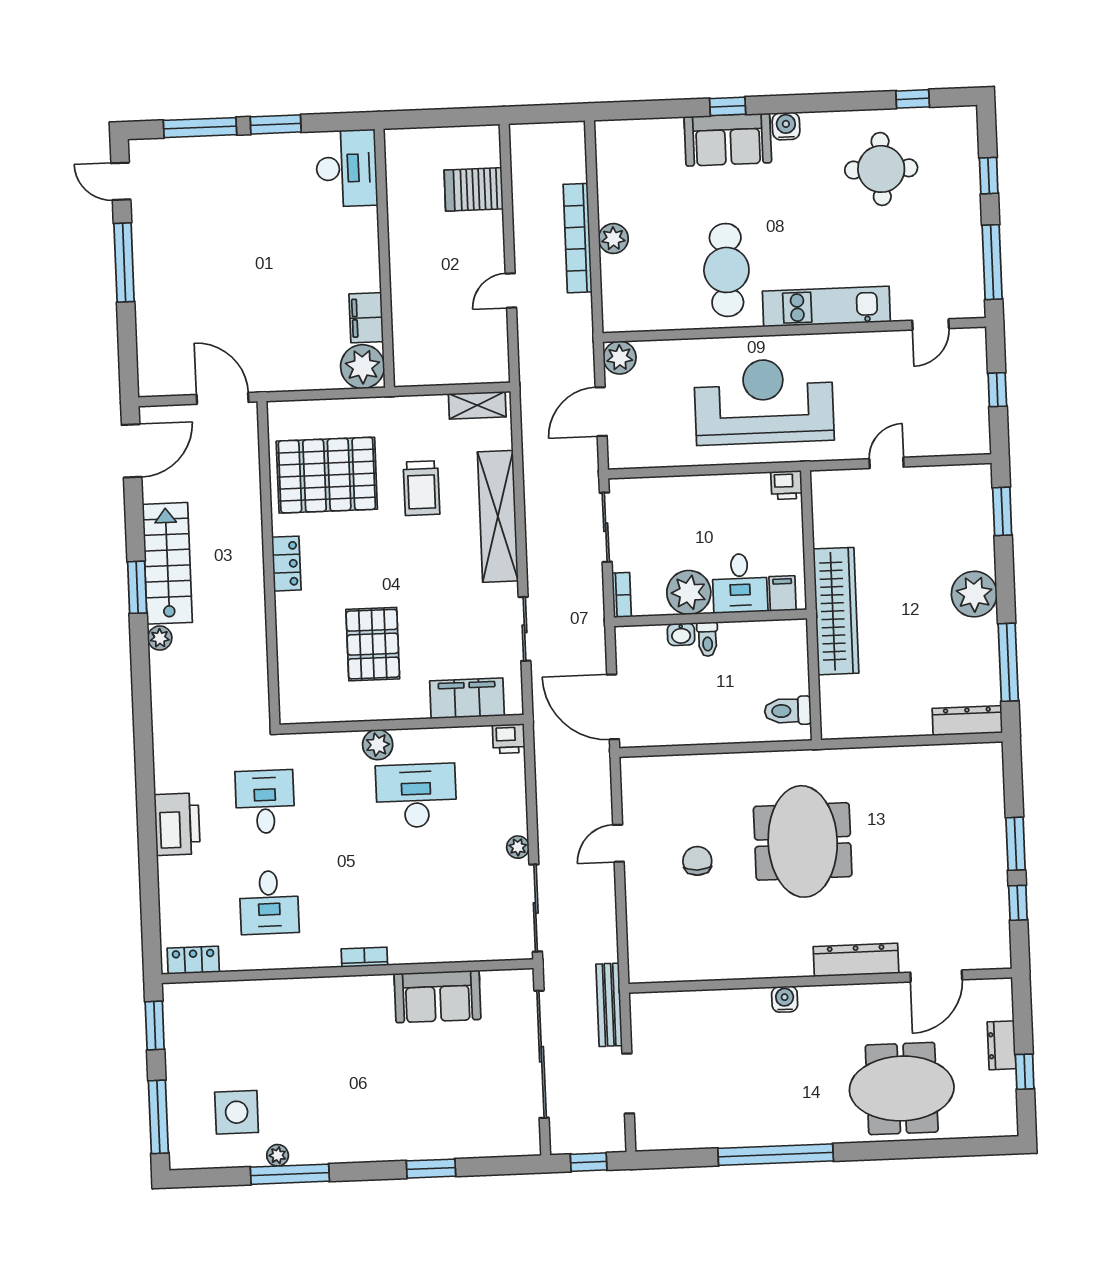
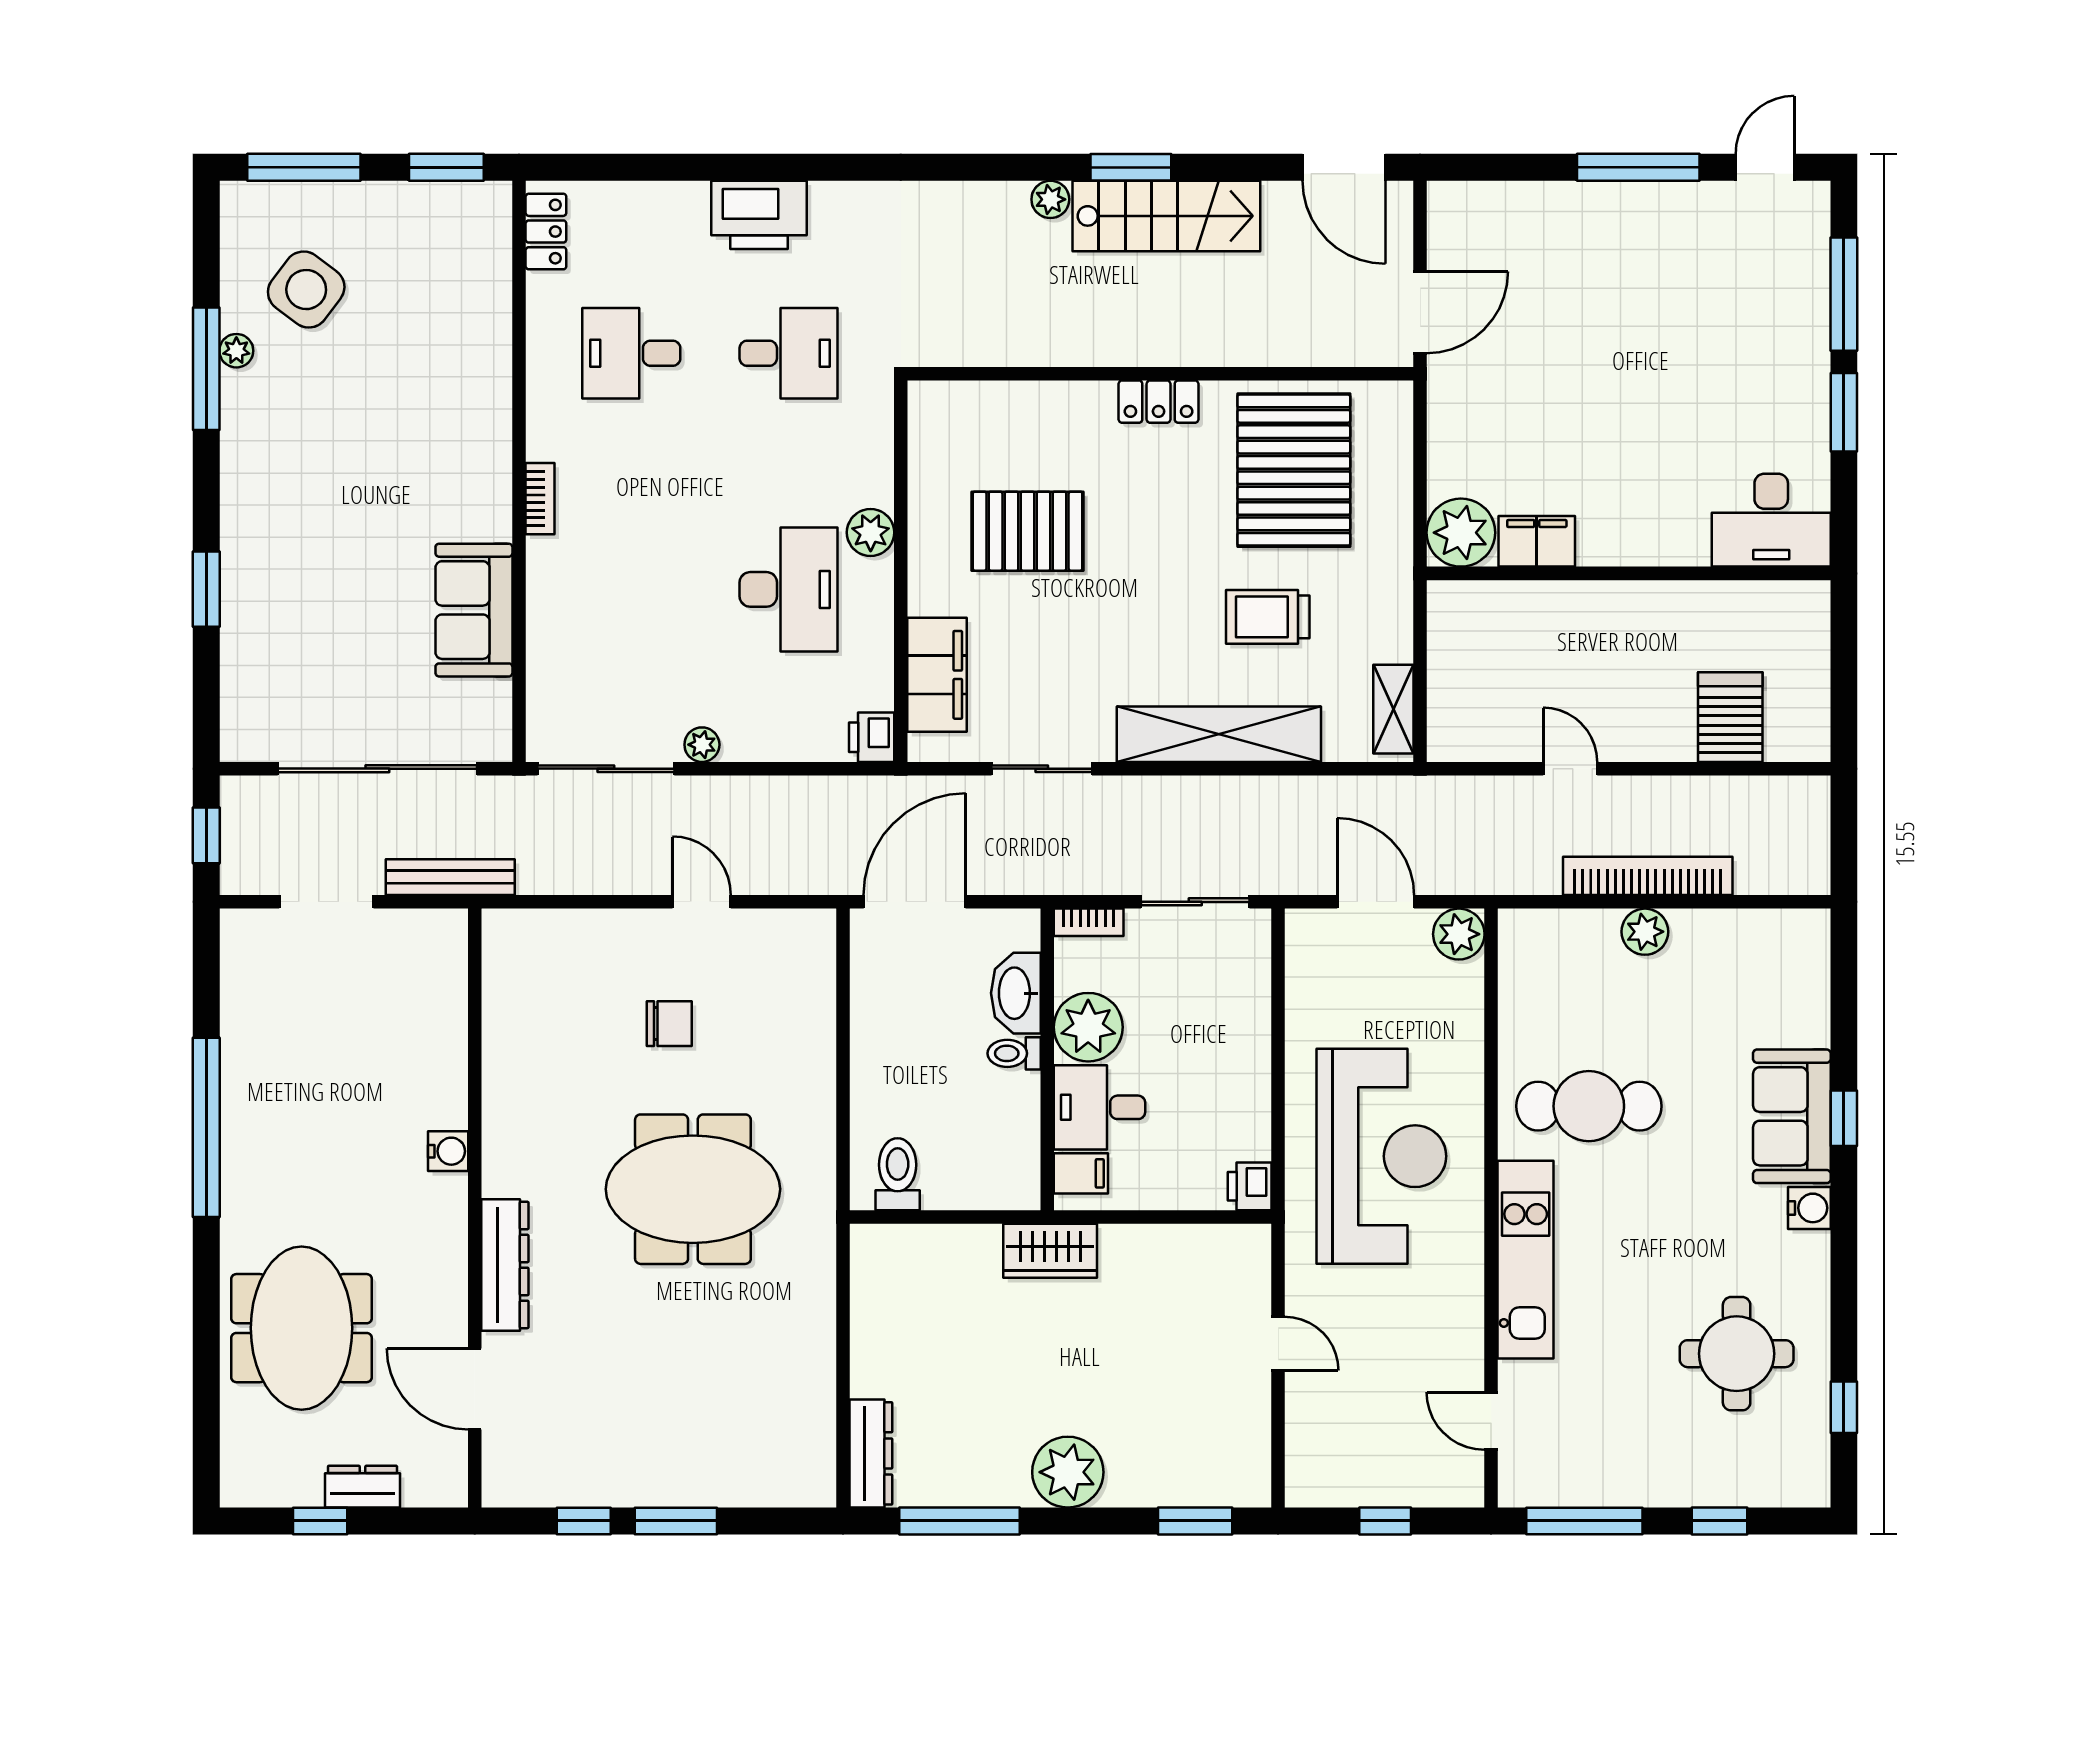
wardrobe: (836, 611) -> (1050, 1251), width x0.48, depth x0.85
washbasin: (681, 634) -> (1016, 993), width x1.91, depth x1.45
side table: (237, 1112) -> (306, 290), turned 37

